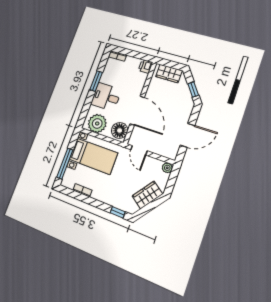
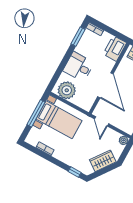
printer: (145, 66) -> (115, 48), width x1.87, depth x1.48
window: (96, 81) -> (78, 37), moved
floor lamp: (120, 130) -> (87, 101), removed
window: (65, 164) -> (36, 113), moved

